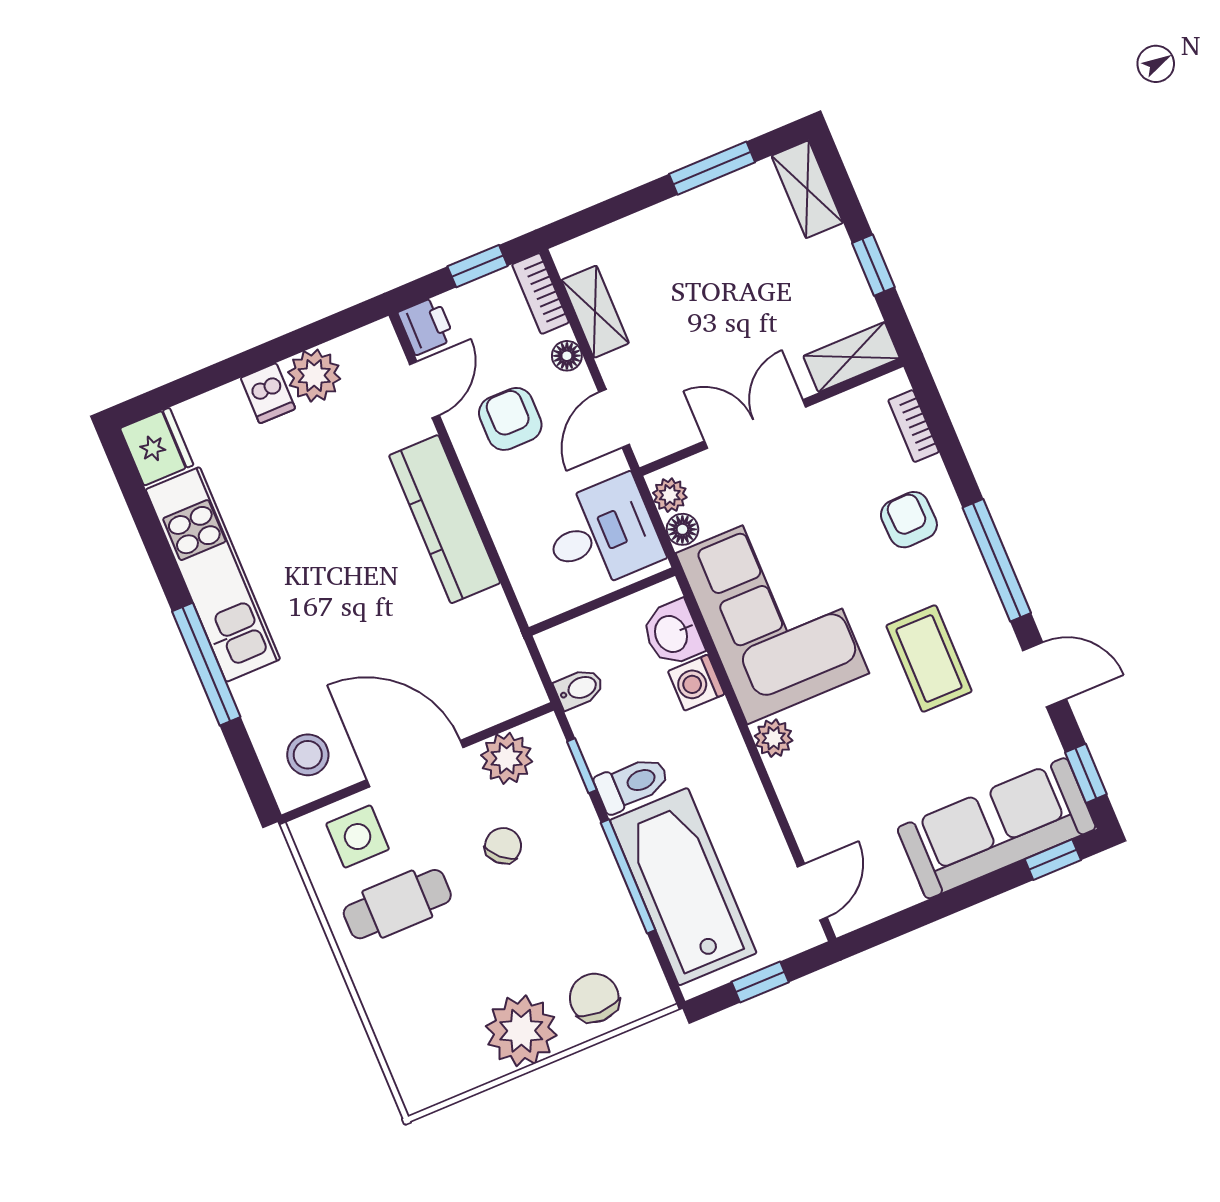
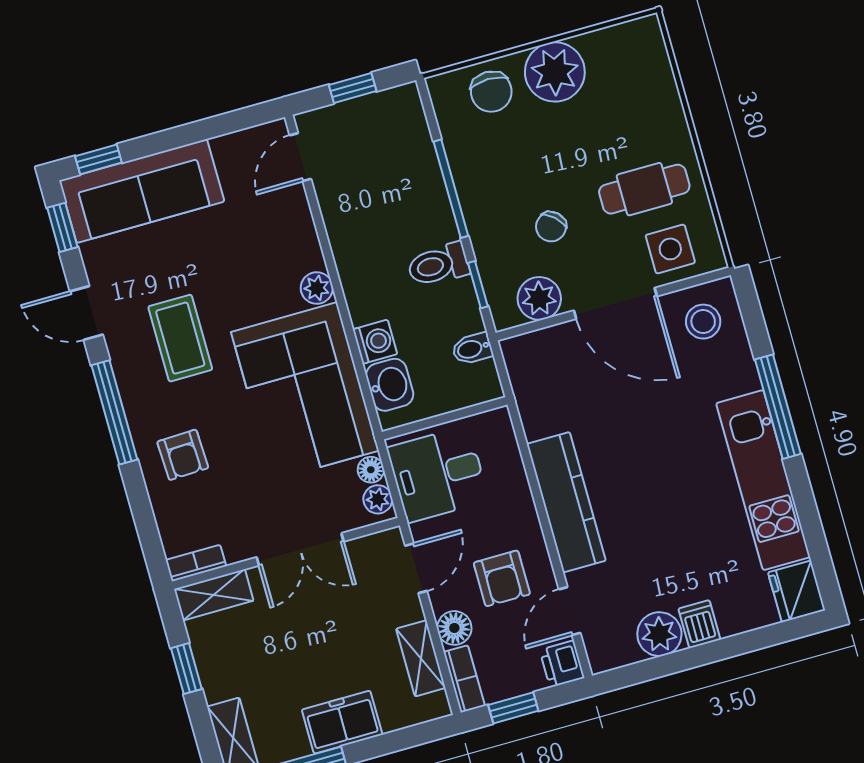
freezer: (680, 224) -> (342, 722), added
floor lamp: (567, 356) -> (454, 628), width x1.37, depth x1.37
bookcase: (914, 426) -> (196, 563), moved, turned -90
bathtub: (683, 887) -> (406, 175), removed

